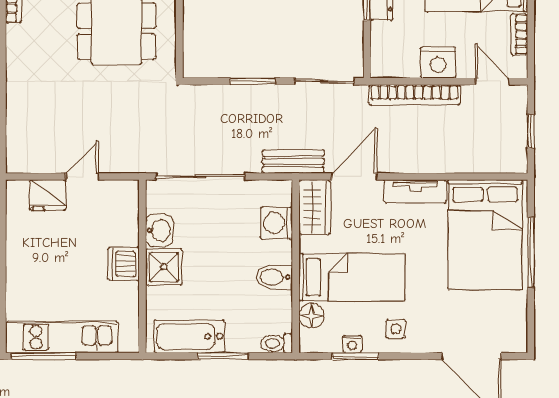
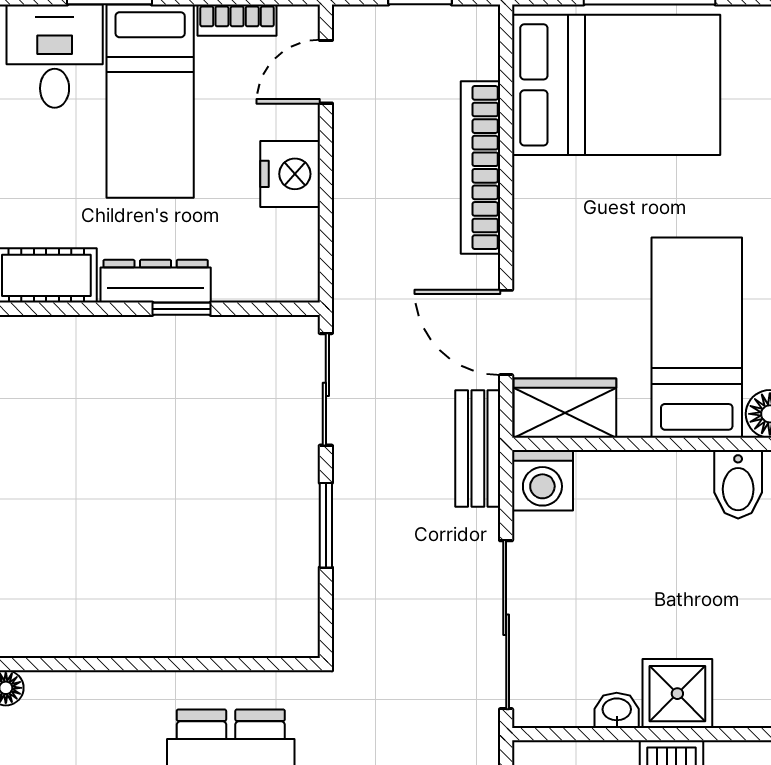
bookcase: (414, 95) -> (480, 168), moved, turned 180
tv unit: (415, 191) -> (534, 218), removed
washing machine: (276, 223) -> (542, 480), moved
washbasin: (159, 230) -> (617, 710), width x0.72, depth x0.69
bidet: (274, 277) -> (738, 484), moved

